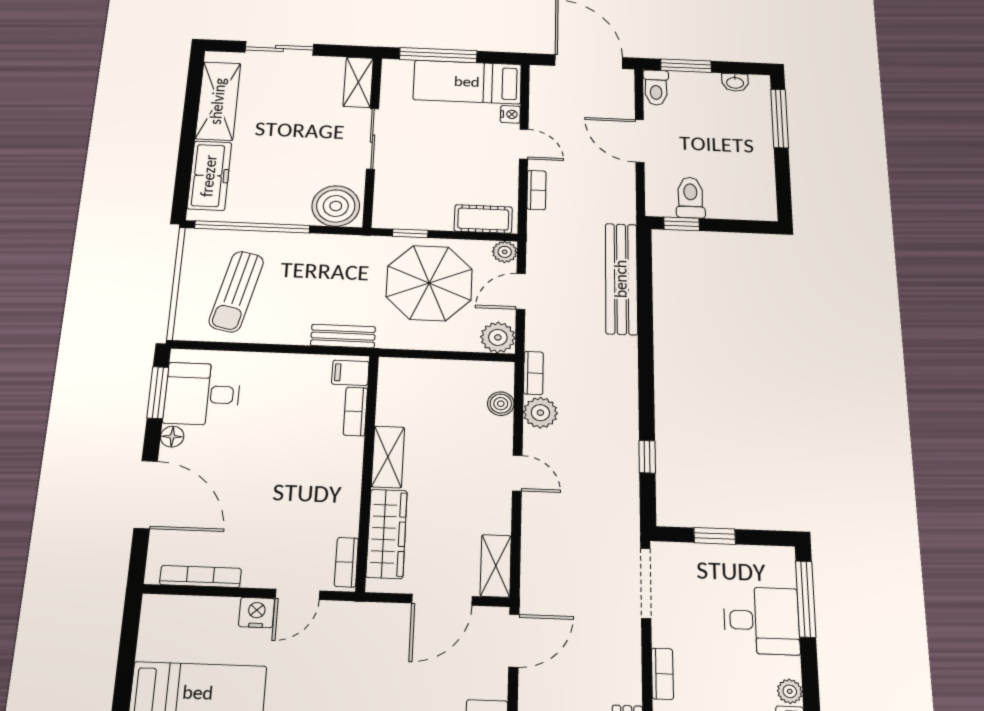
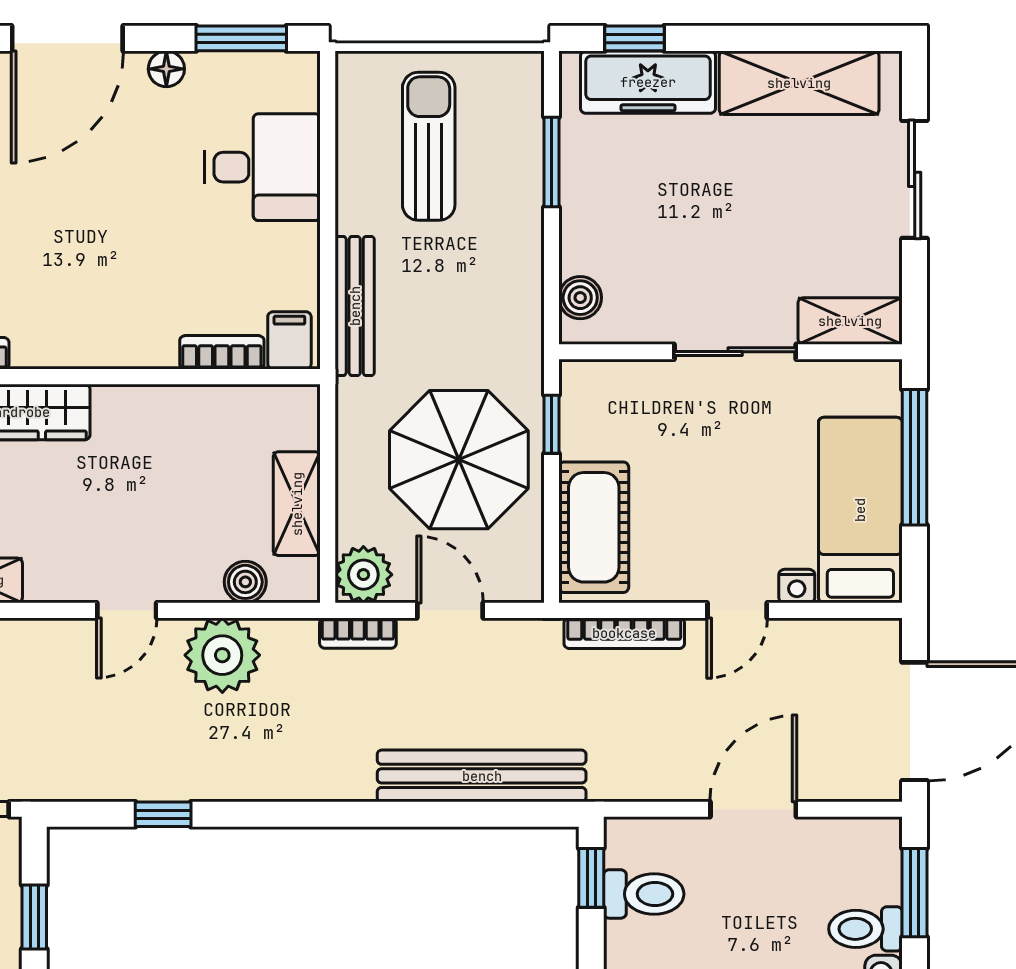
toilet: (656, 88) -> (865, 929), moved
window: (183, 181) -> (635, 38), added
bookcase: (536, 190) -> (624, 633), width x1.56
boiler: (336, 206) -> (580, 298), width x0.54, depth x0.54
cot: (483, 219) -> (594, 527), width x1.37, depth x1.34
window: (252, 227) -> (551, 162), width x0.47
plant: (505, 252) -> (523, 582), removed
sun lounger: (236, 291) -> (429, 146), turned 77
bench: (343, 336) -> (355, 306), width x1.36
bookcase: (533, 373) -> (358, 633), moved
desk: (202, 394) -> (263, 167), moved, turned 90
plant: (540, 413) -> (222, 655), width x1.36, depth x1.36
shelving: (388, 457) -> (297, 504), moved, turned 90

